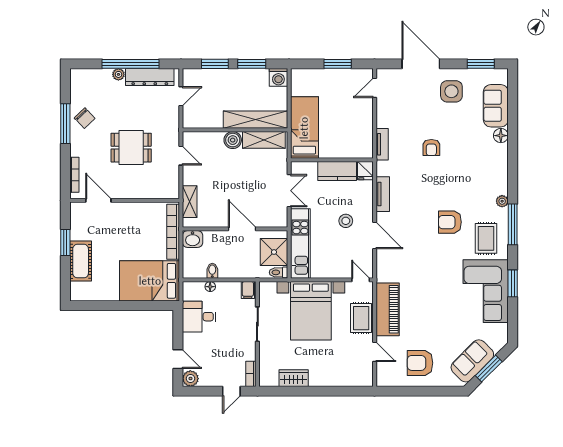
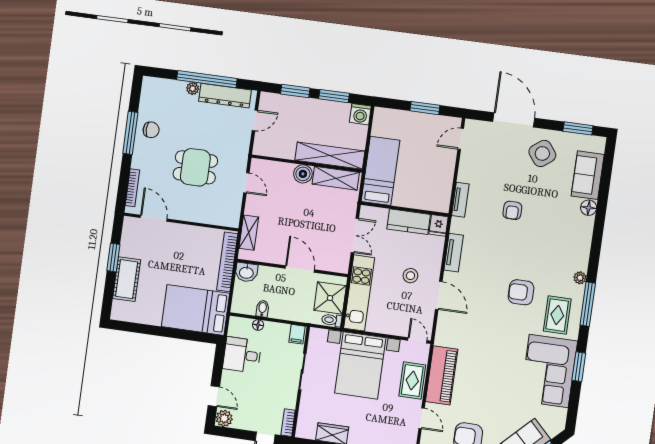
side table: (451, 91) -> (542, 153), turned -37
chair: (85, 118) -> (151, 130), turned -46

